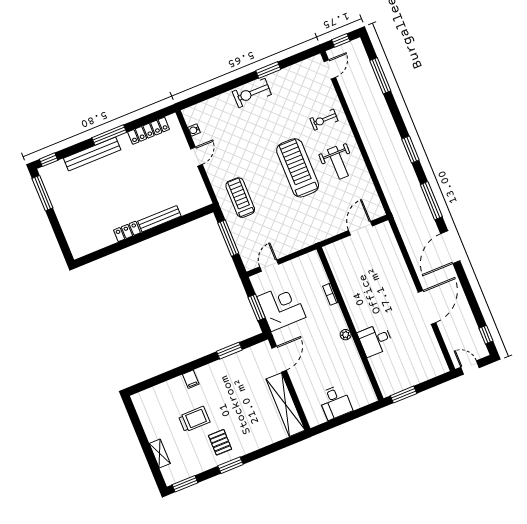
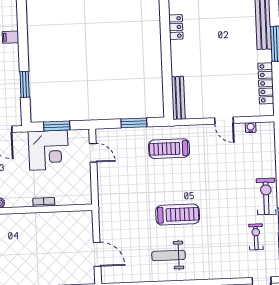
exercise bike: (324, 120) -> (256, 237), moved
treadmill: (298, 168) -> (178, 215), width x0.73, depth x0.73
treadmill: (240, 198) -> (169, 149), turned 180
bench: (159, 219) -> (178, 98), moved
window: (228, 238) -> (134, 123), width x0.69

